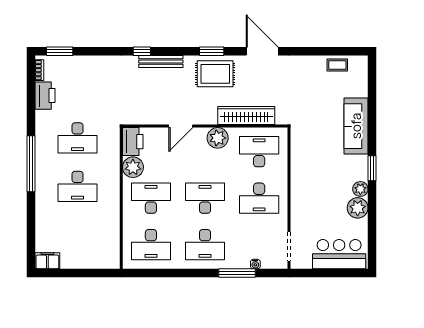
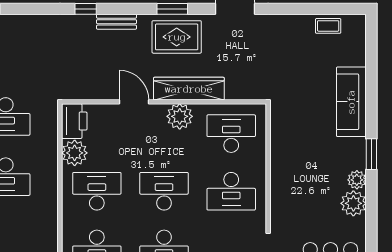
bench: (161, 62) -> (117, 22), width x0.73
wardrobe: (246, 115) -> (189, 89), moved
door: (181, 126) -> (134, 102), swing flipped

